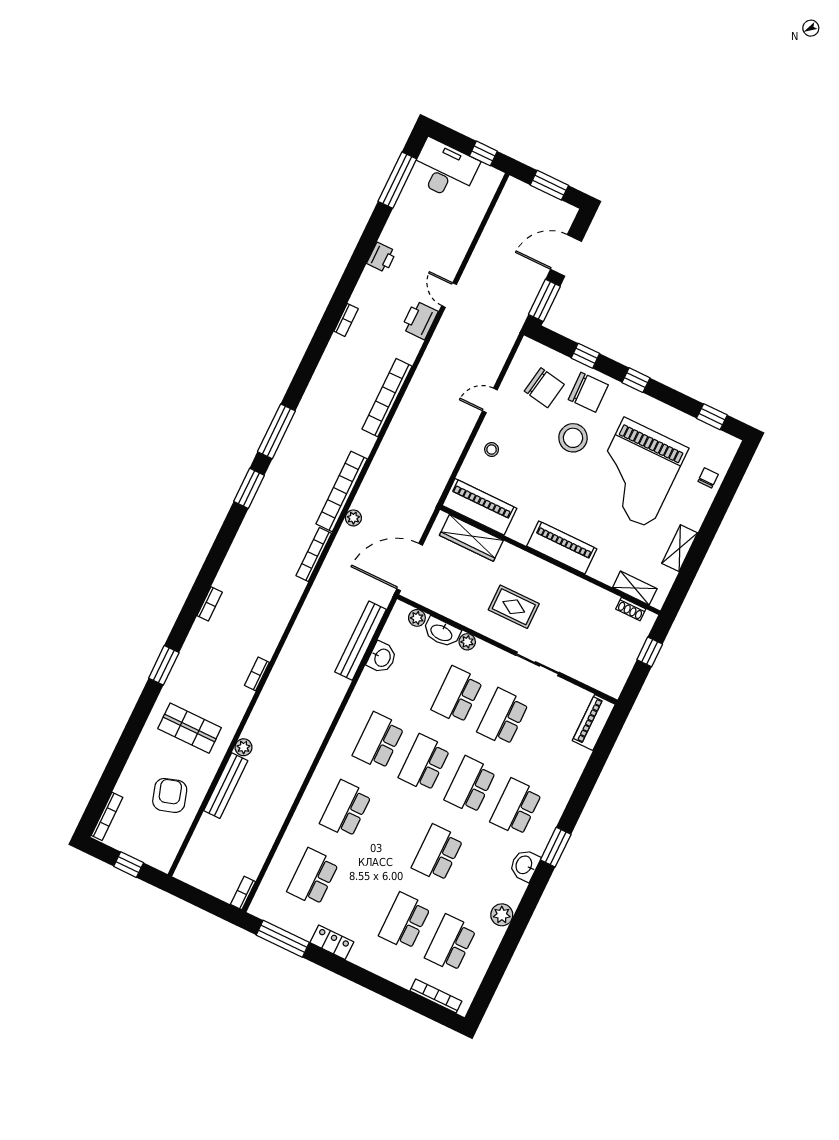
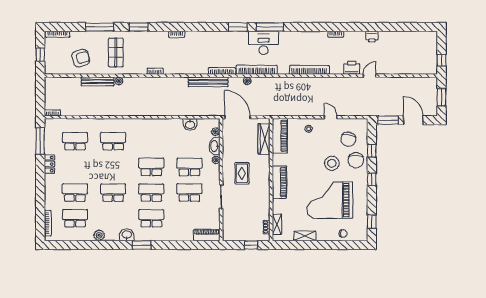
desk: (444, 170) -> (263, 43), moved, turned -90
window: (397, 180) -> (100, 27), moved
bench: (361, 641) -> (208, 82), moved
school desk: (378, 741) -> (151, 141), removed

